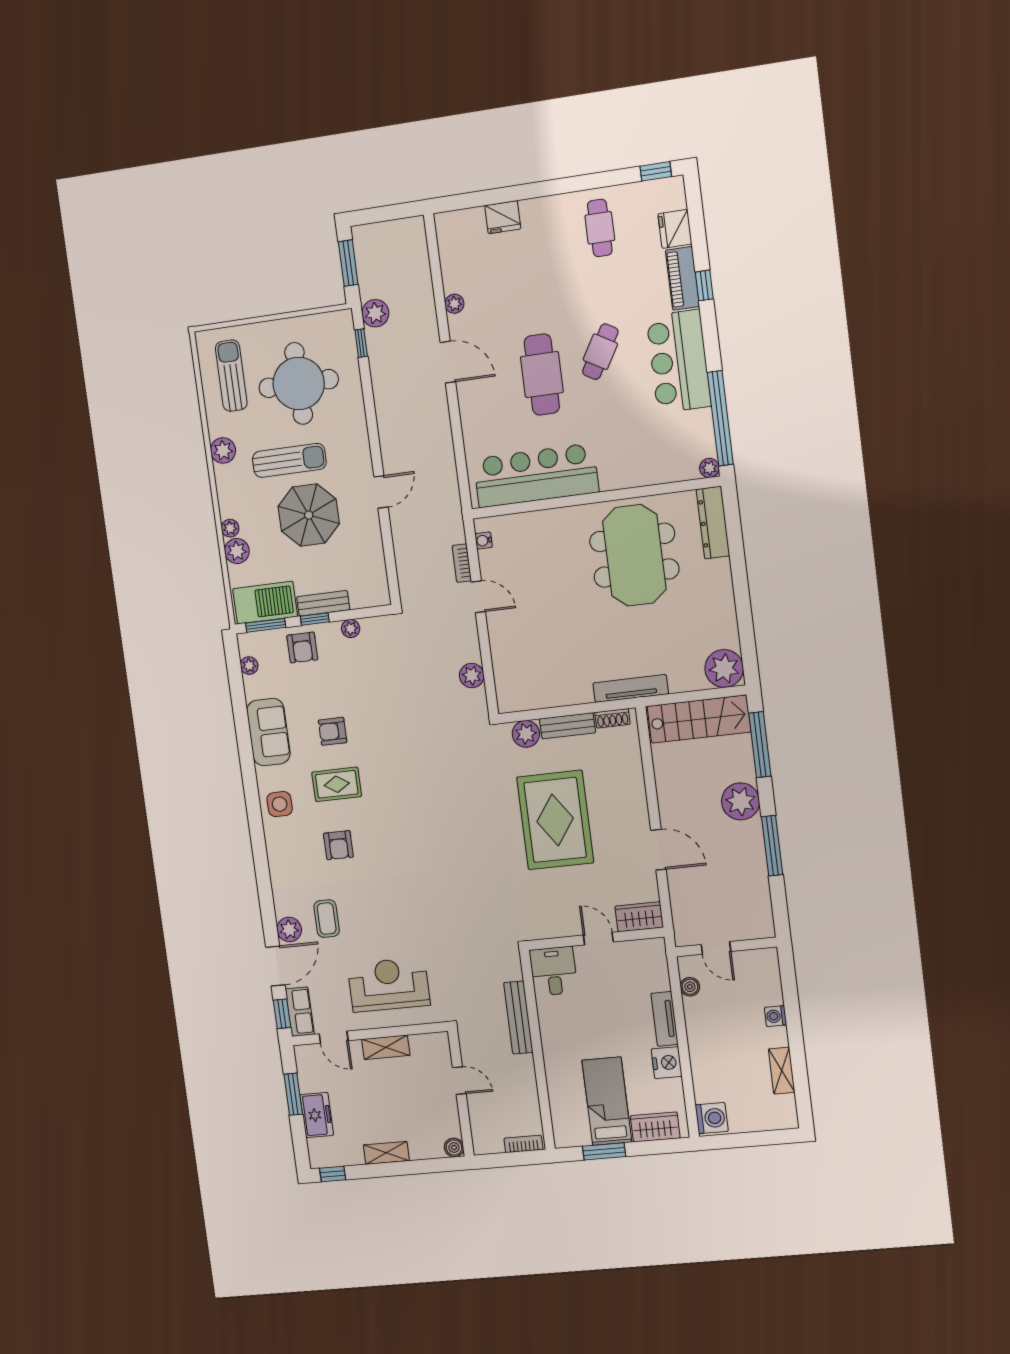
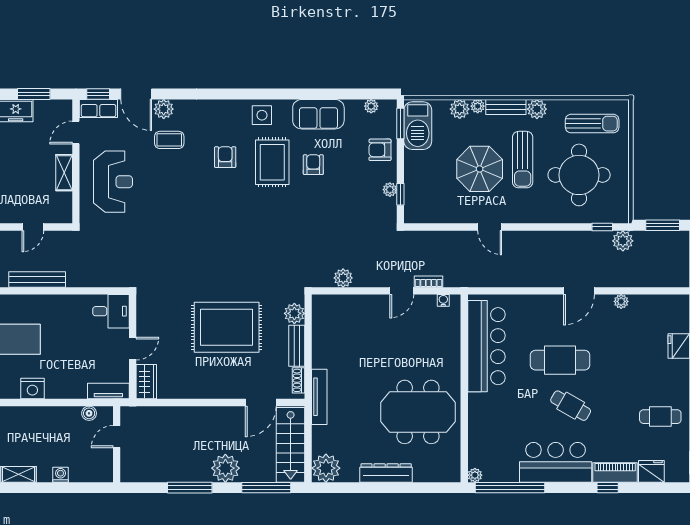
dresser: (713, 523) -> (386, 473), moved
bench: (323, 603) -> (506, 107), moved, turned 90
window: (315, 619) -> (400, 194), moved
rug: (337, 784) -> (272, 162), width x1.36, depth x1.43
armchair: (338, 845) -> (225, 157), turned 90
door: (658, 850) -> (261, 403), moved
bench: (518, 1017) -> (37, 279), moved
tv unit: (664, 1019) -> (108, 391), moved

